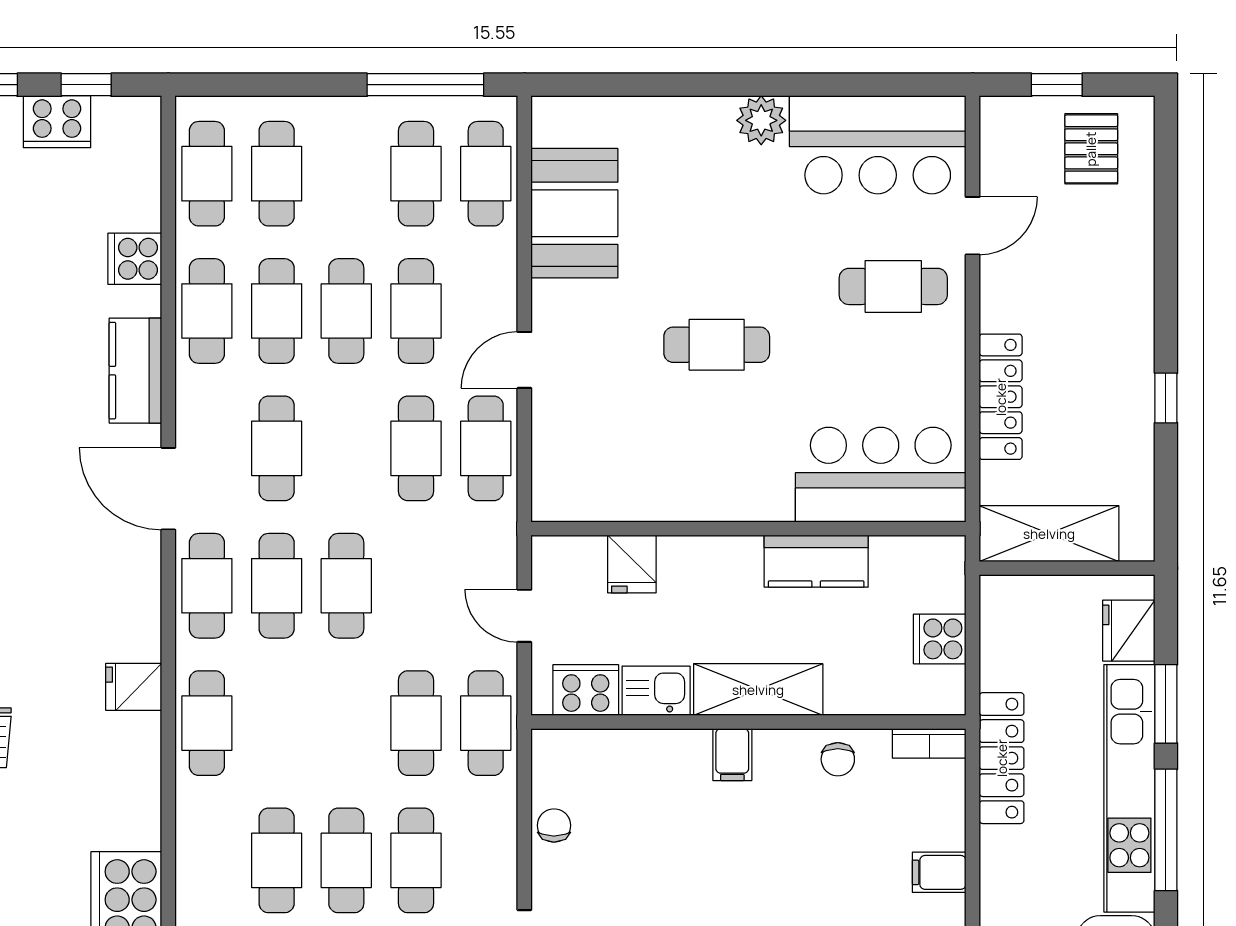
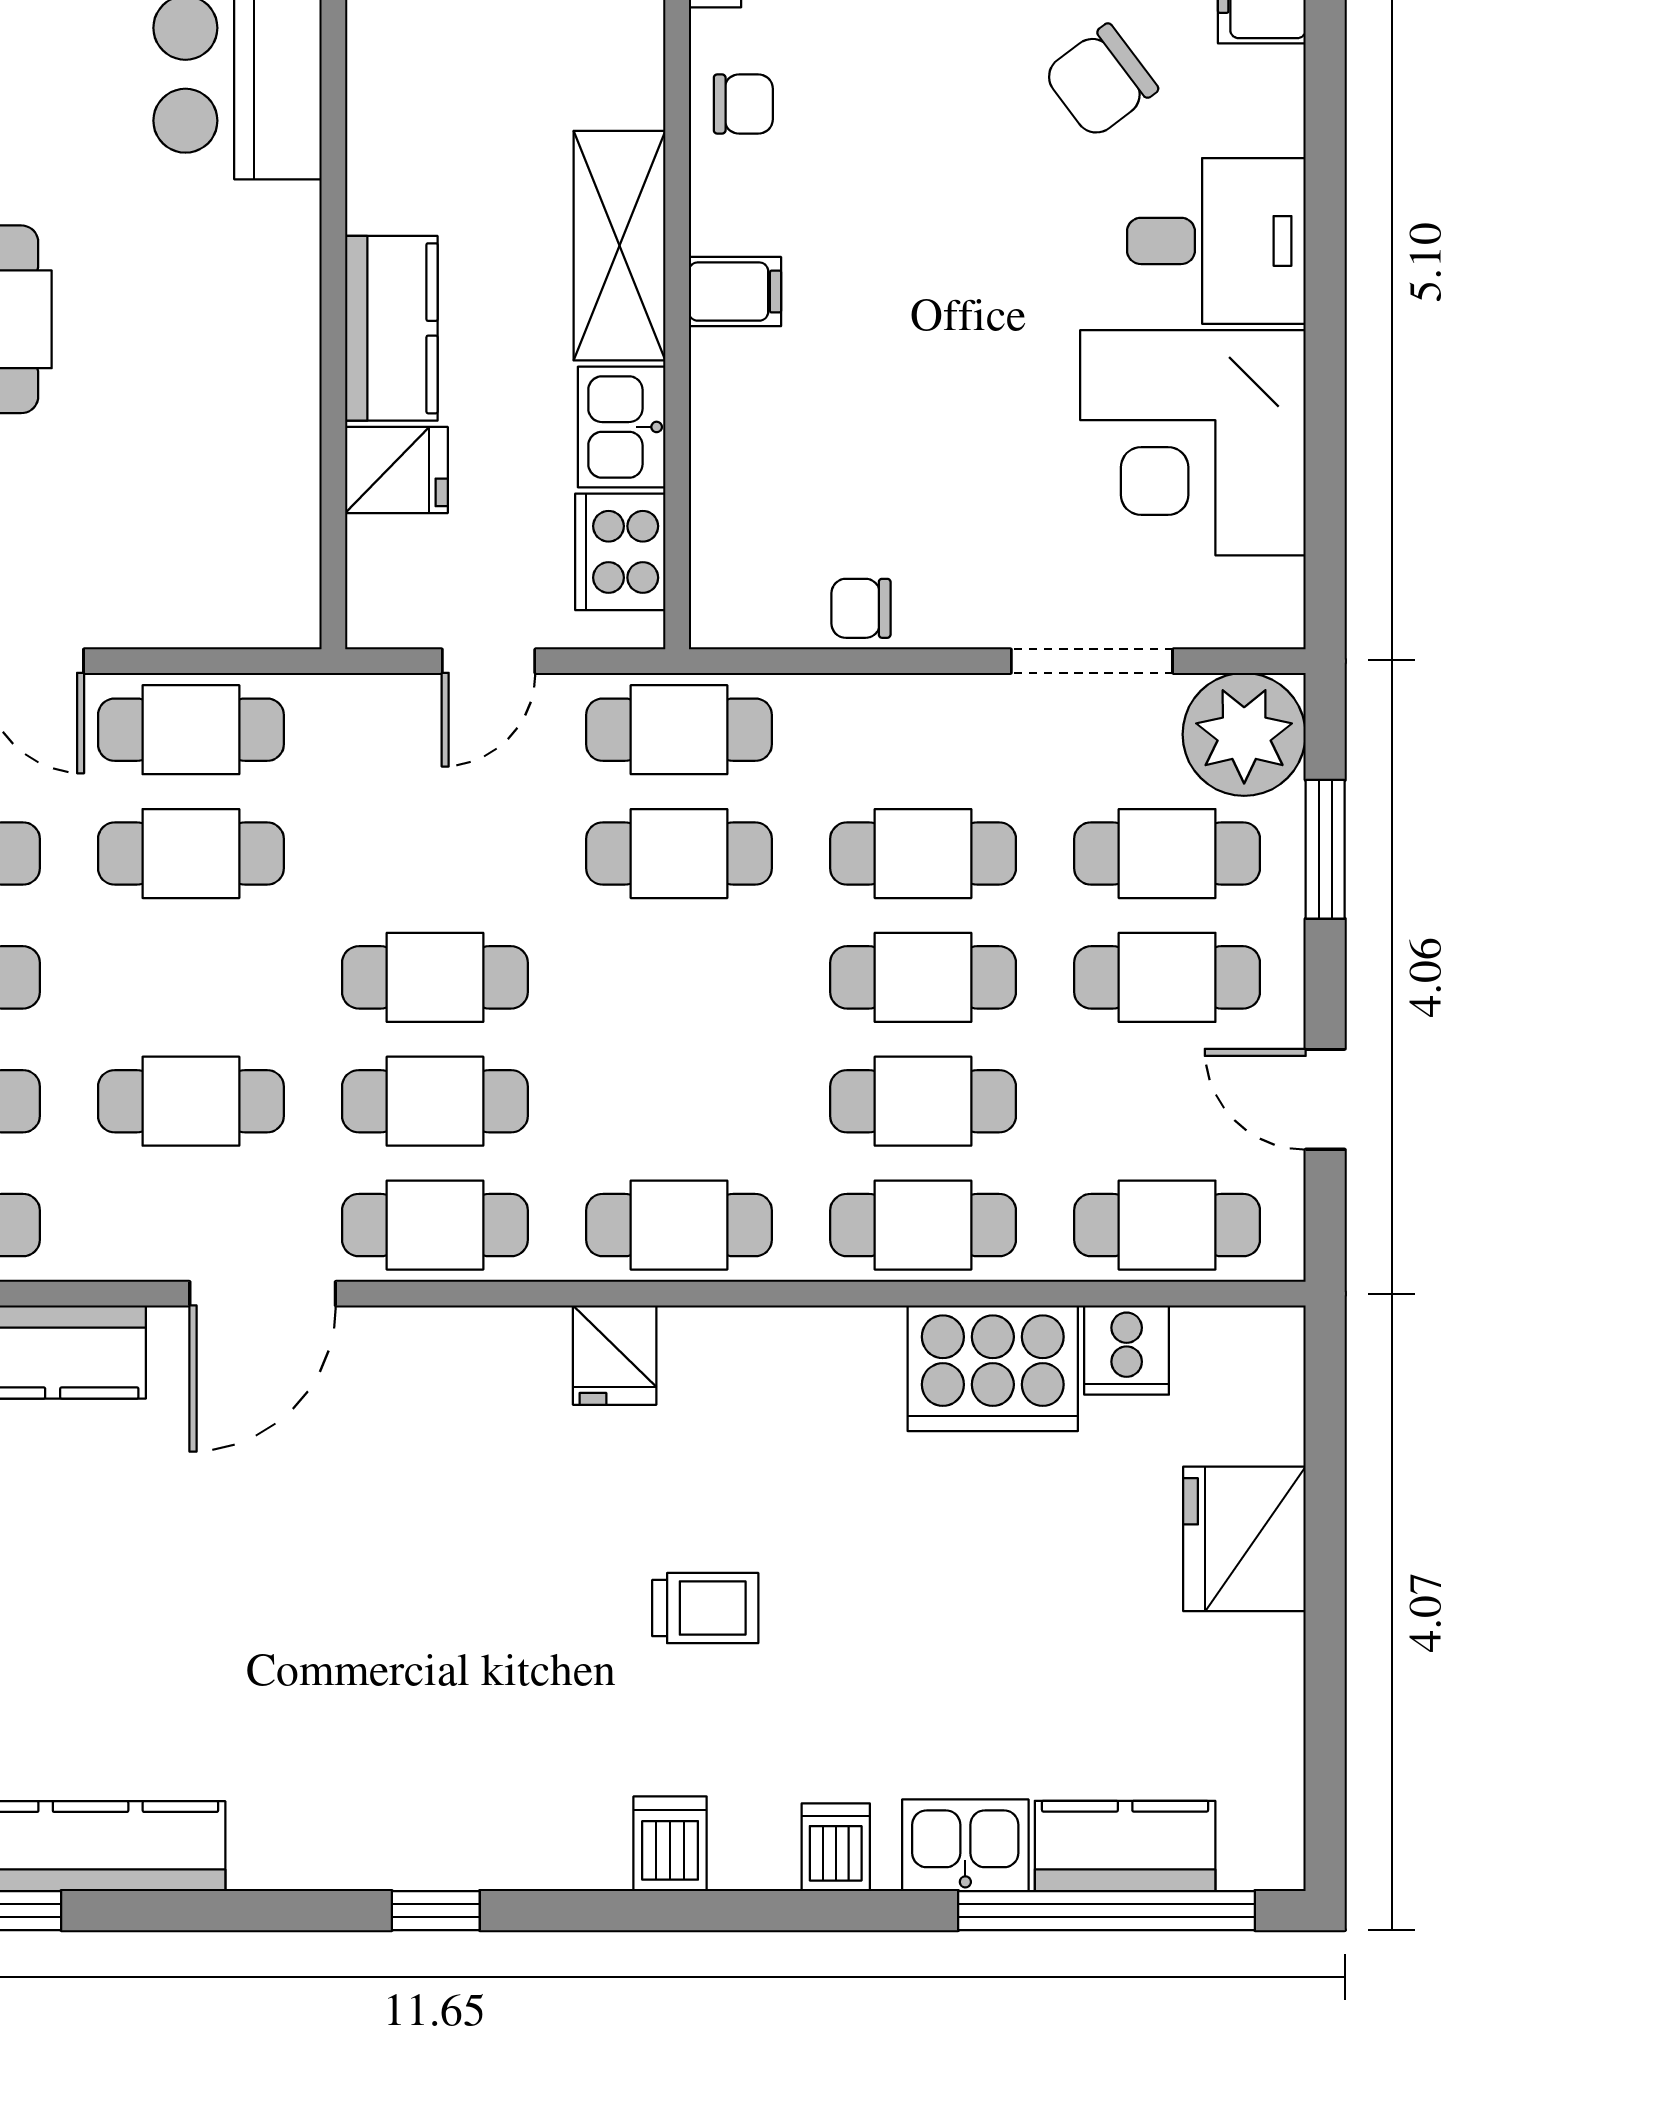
kitchen counter: (816, 561) -> (391, 328), moved
cafe table: (207, 860) -> (923, 1225), added

